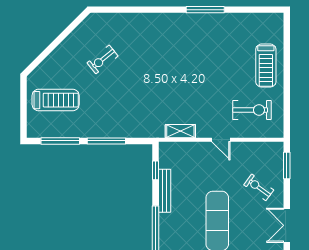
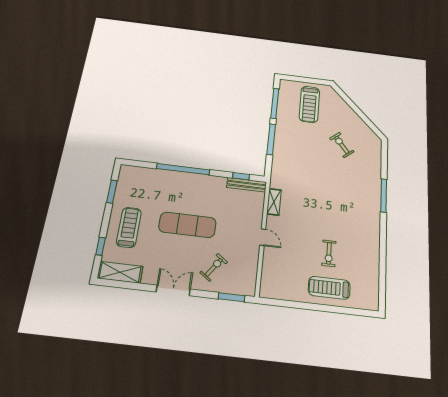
window: (205, 10) -> (384, 195), moved
exercise bike: (252, 110) -> (329, 253), moved, width x0.73, depth x0.72
door: (221, 140) -> (263, 237), swing flipped
bench: (165, 191) -> (247, 185), moved

